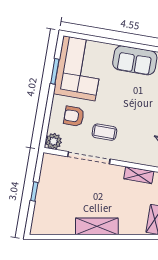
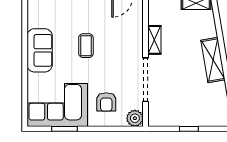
coffee table: (104, 132) -> (86, 46), moved
shelving: (139, 175) -> (154, 40), moved

